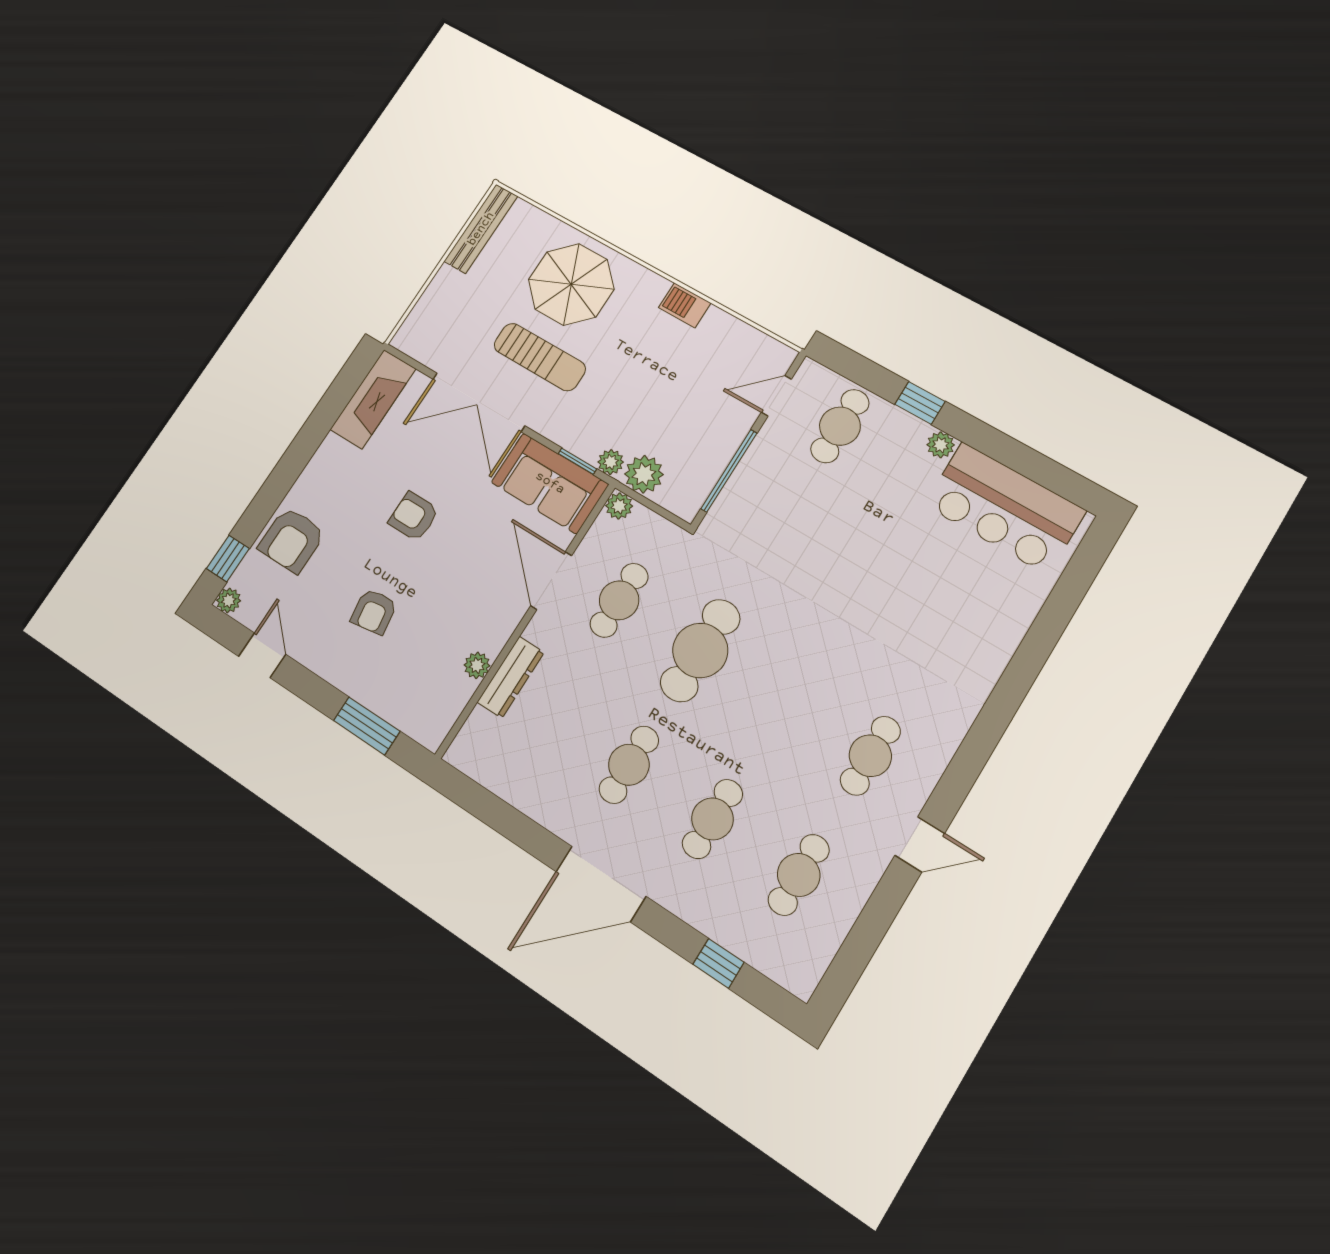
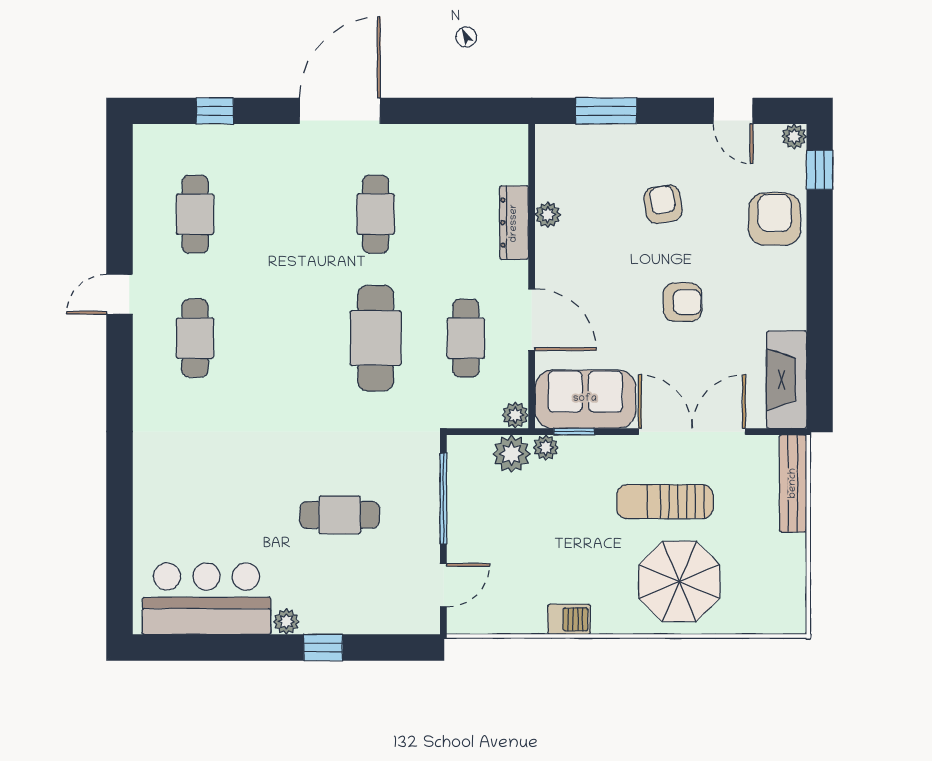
bench: (481, 229) -> (793, 483), moved
cafe table: (840, 426) -> (340, 515), moved, turned 90
cafe table: (712, 819) -> (285, 214), removed

